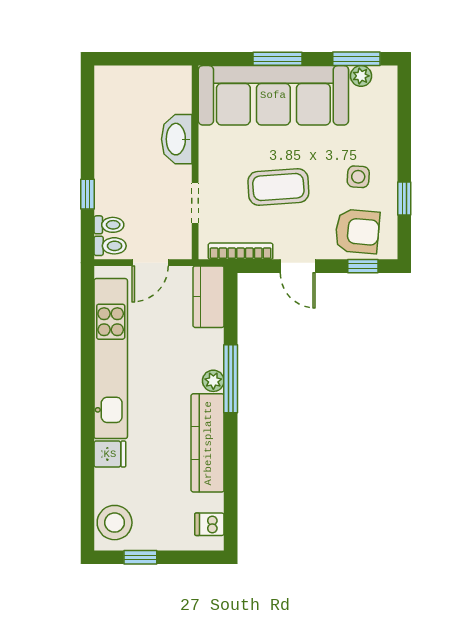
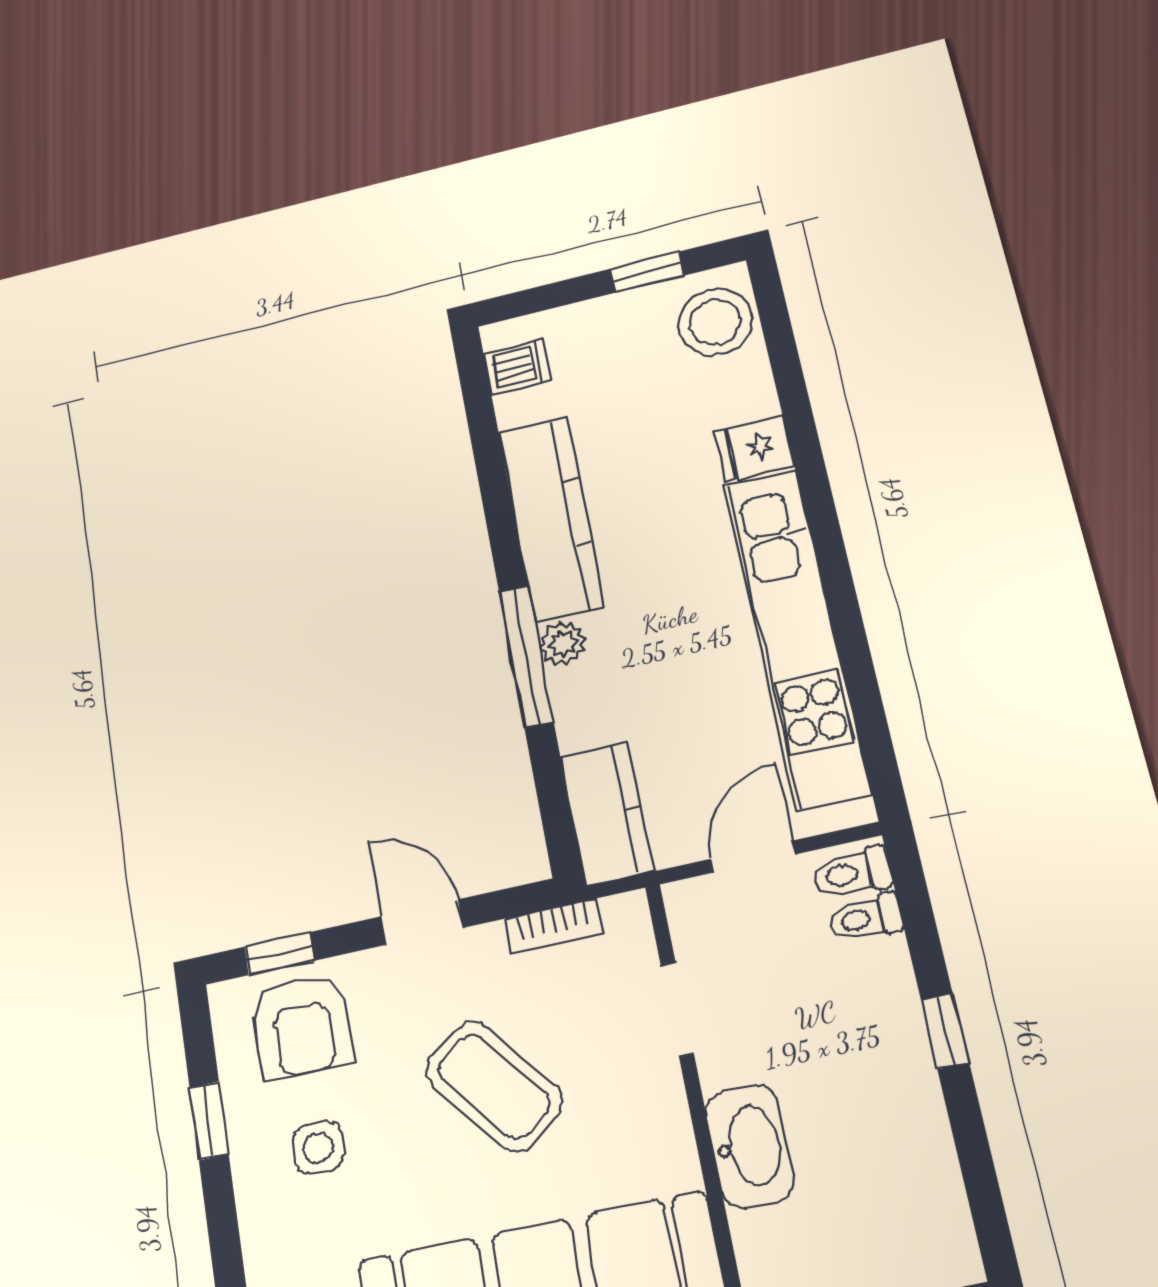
coffee table: (278, 187) -> (494, 1086), turned 56
window: (87, 194) -> (945, 1031), moved
armchair: (357, 231) -> (302, 1026), turned -95
bookcase: (241, 251) -> (554, 926), width x0.64

